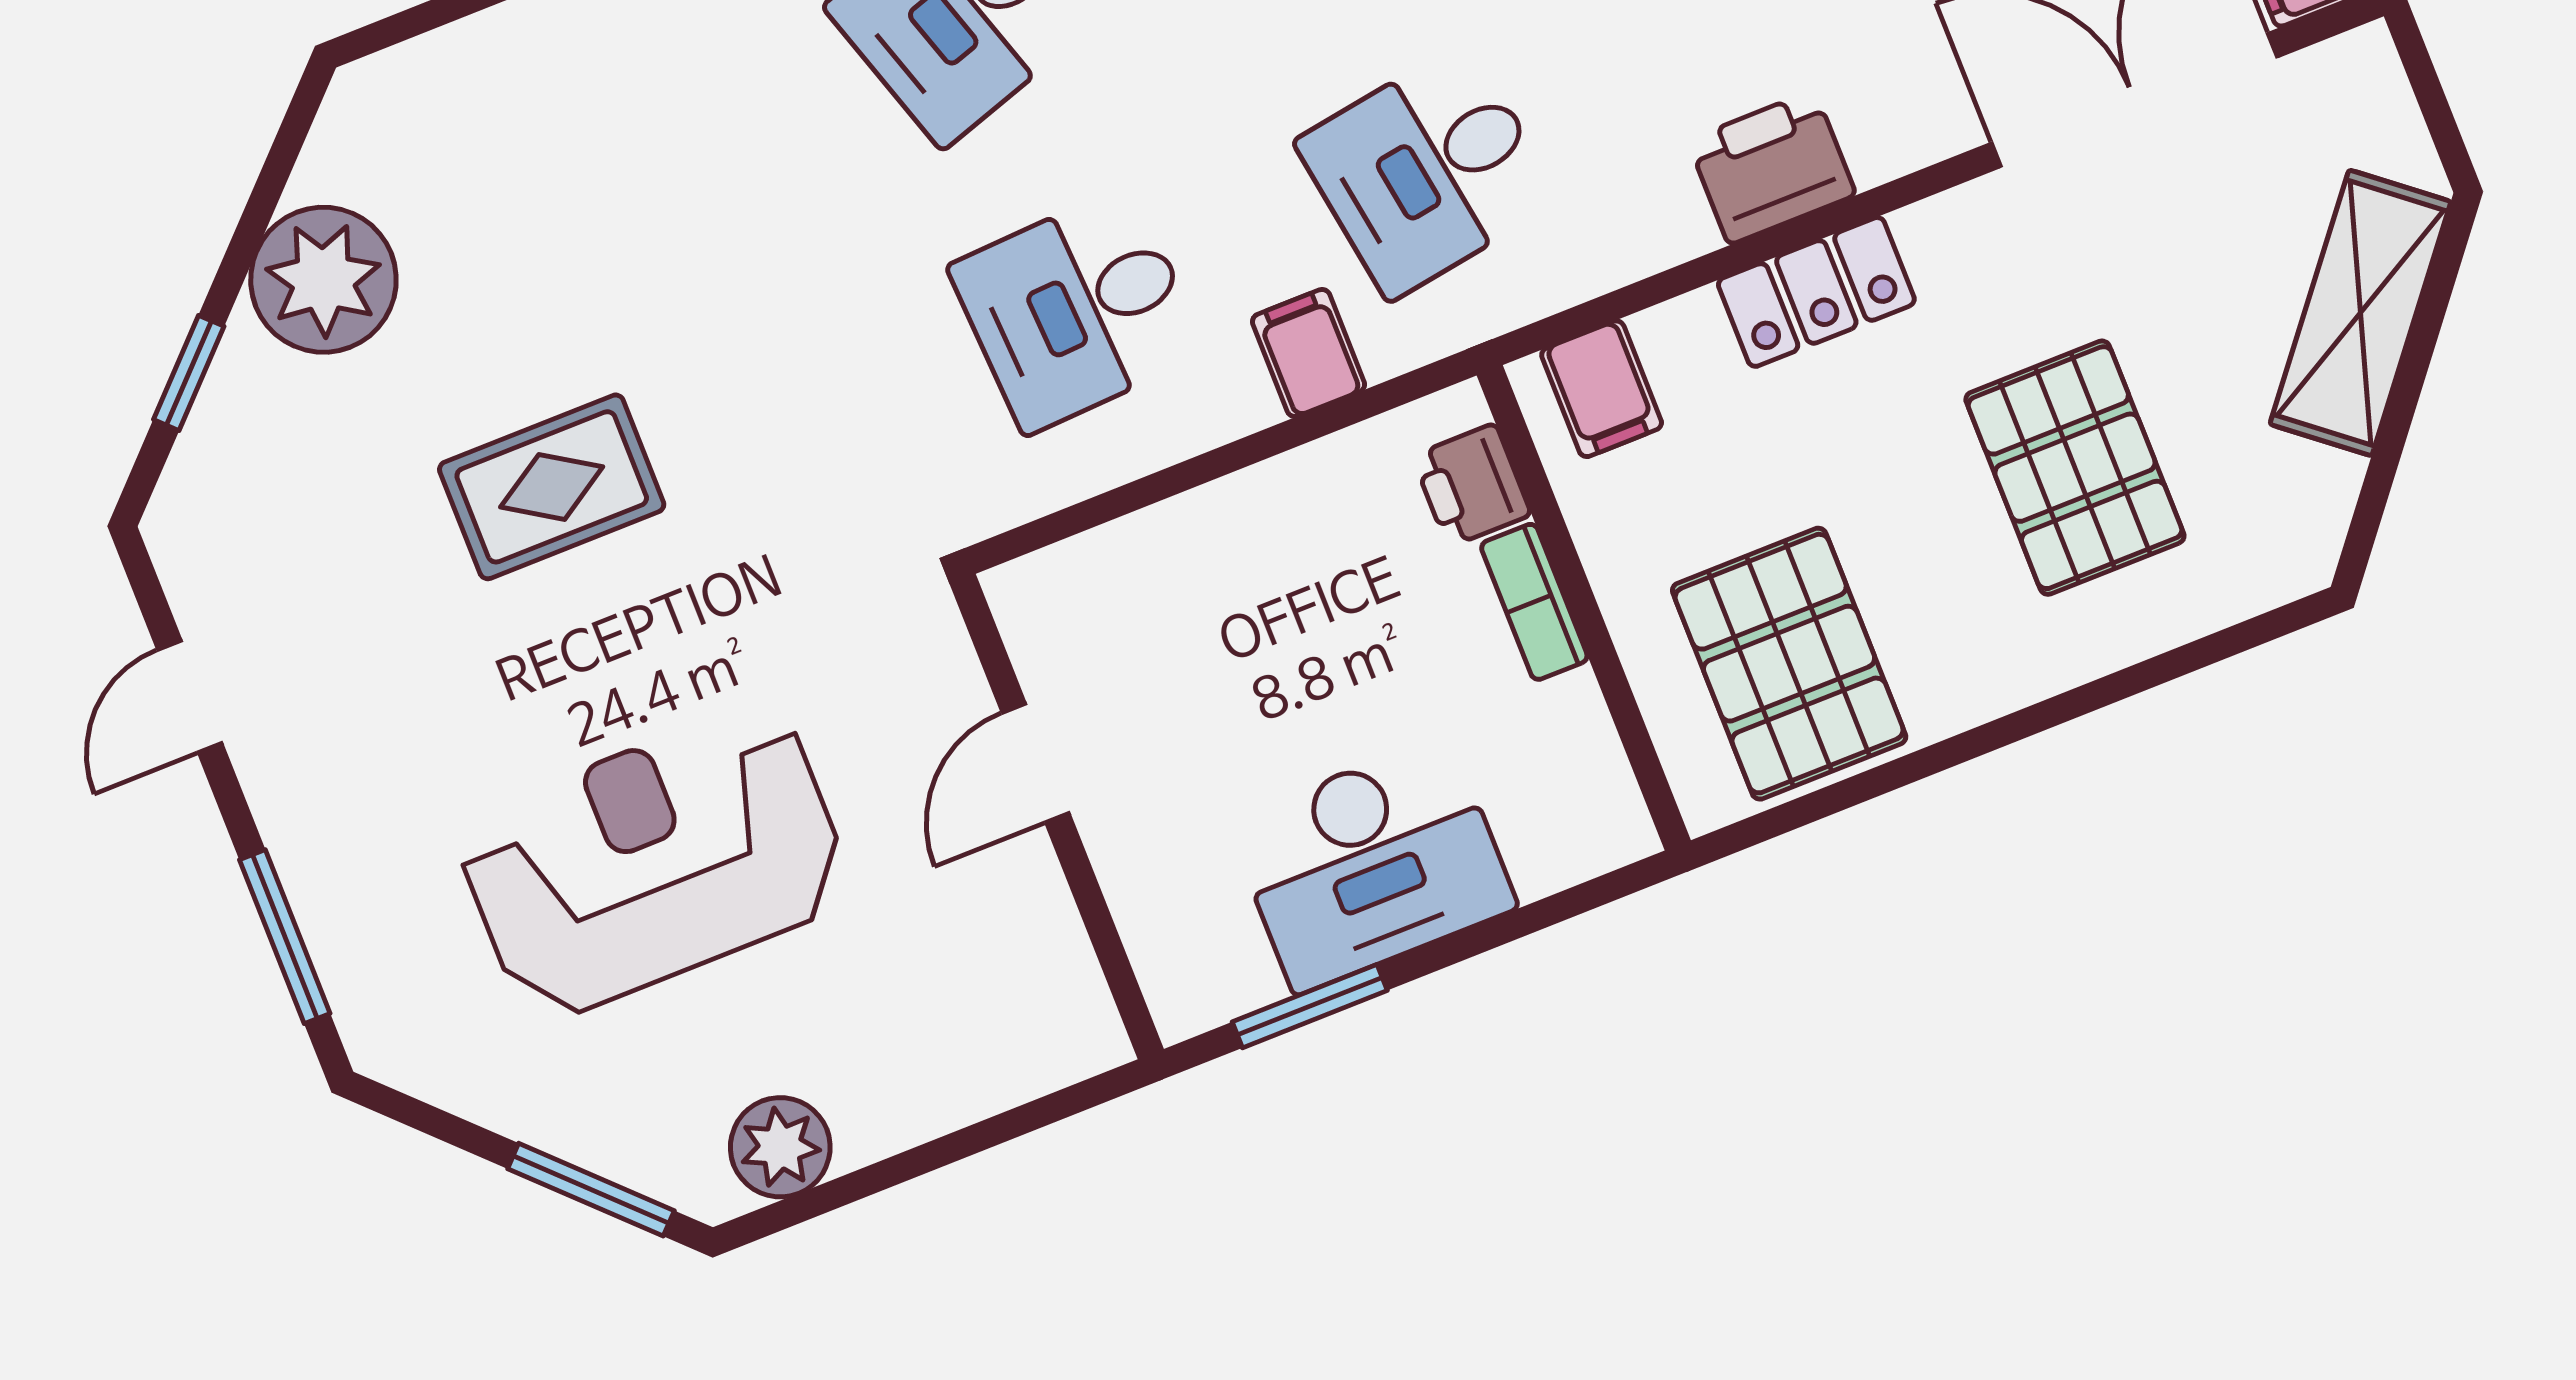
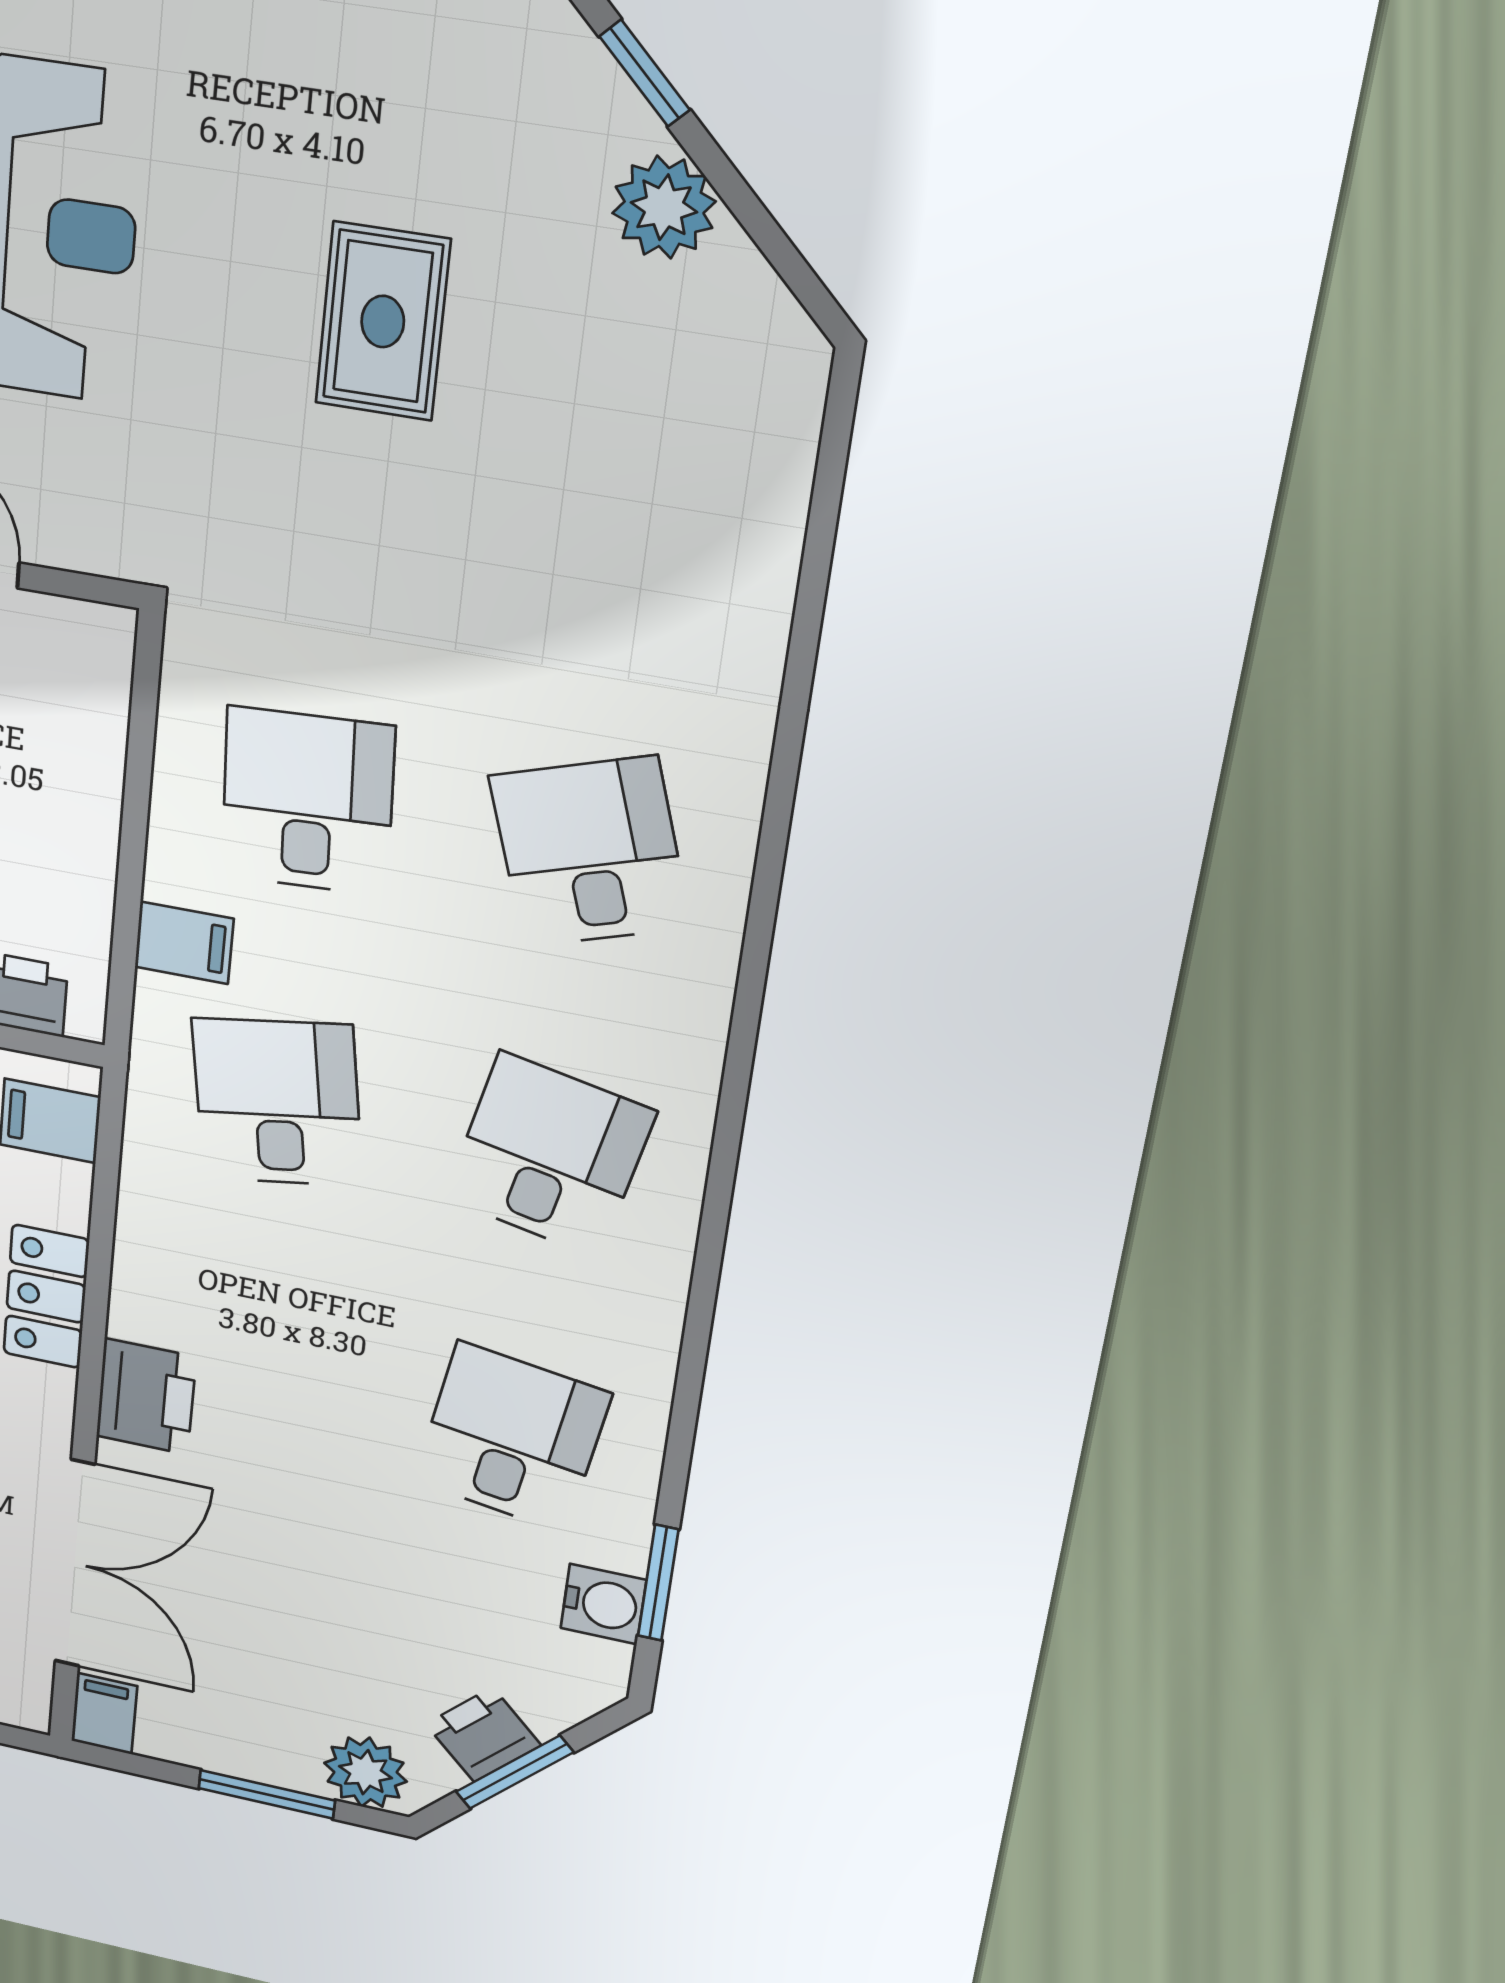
printer: (1772, 167) -> (146, 1396), moved
plant: (323, 280) -> (664, 207), width x0.73, depth x0.73

